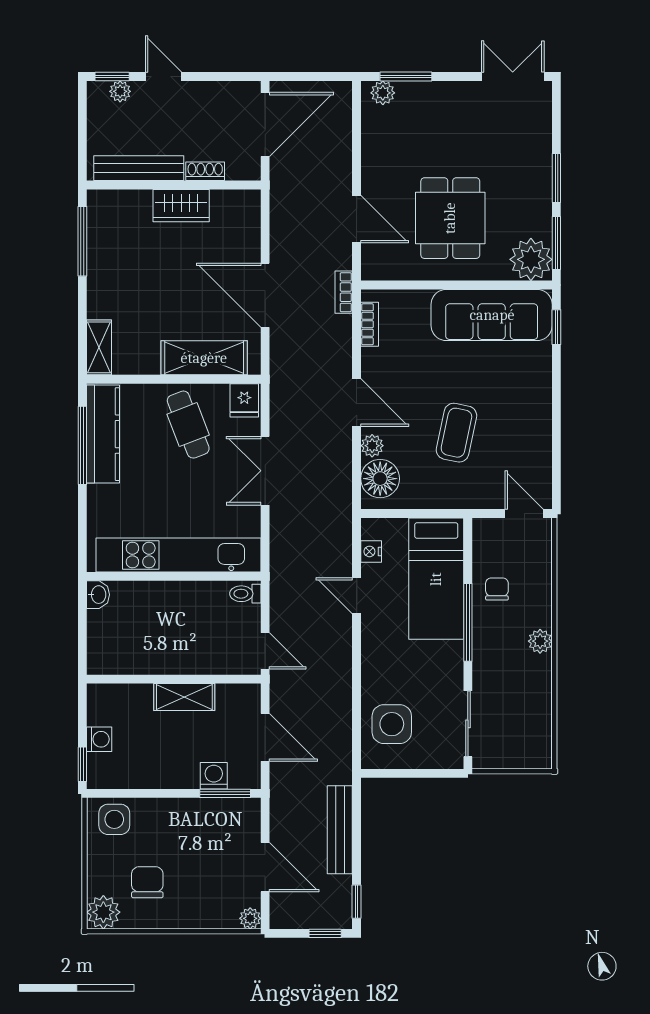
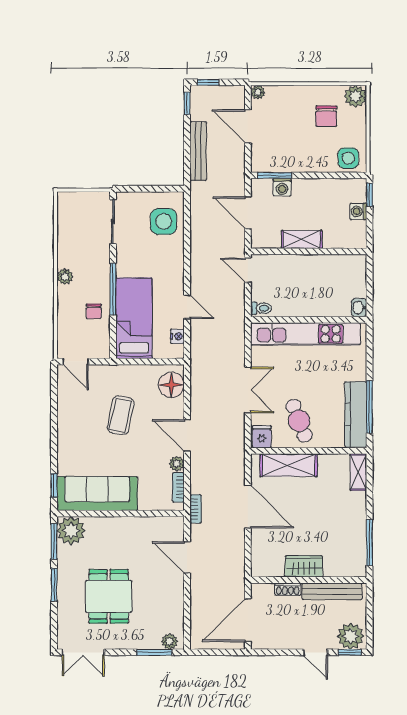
plant: (120, 91) -> (351, 636), width x1.87, depth x1.87
dining table: (450, 218) -> (109, 596), moved
plant: (372, 446) -> (177, 464), moved

